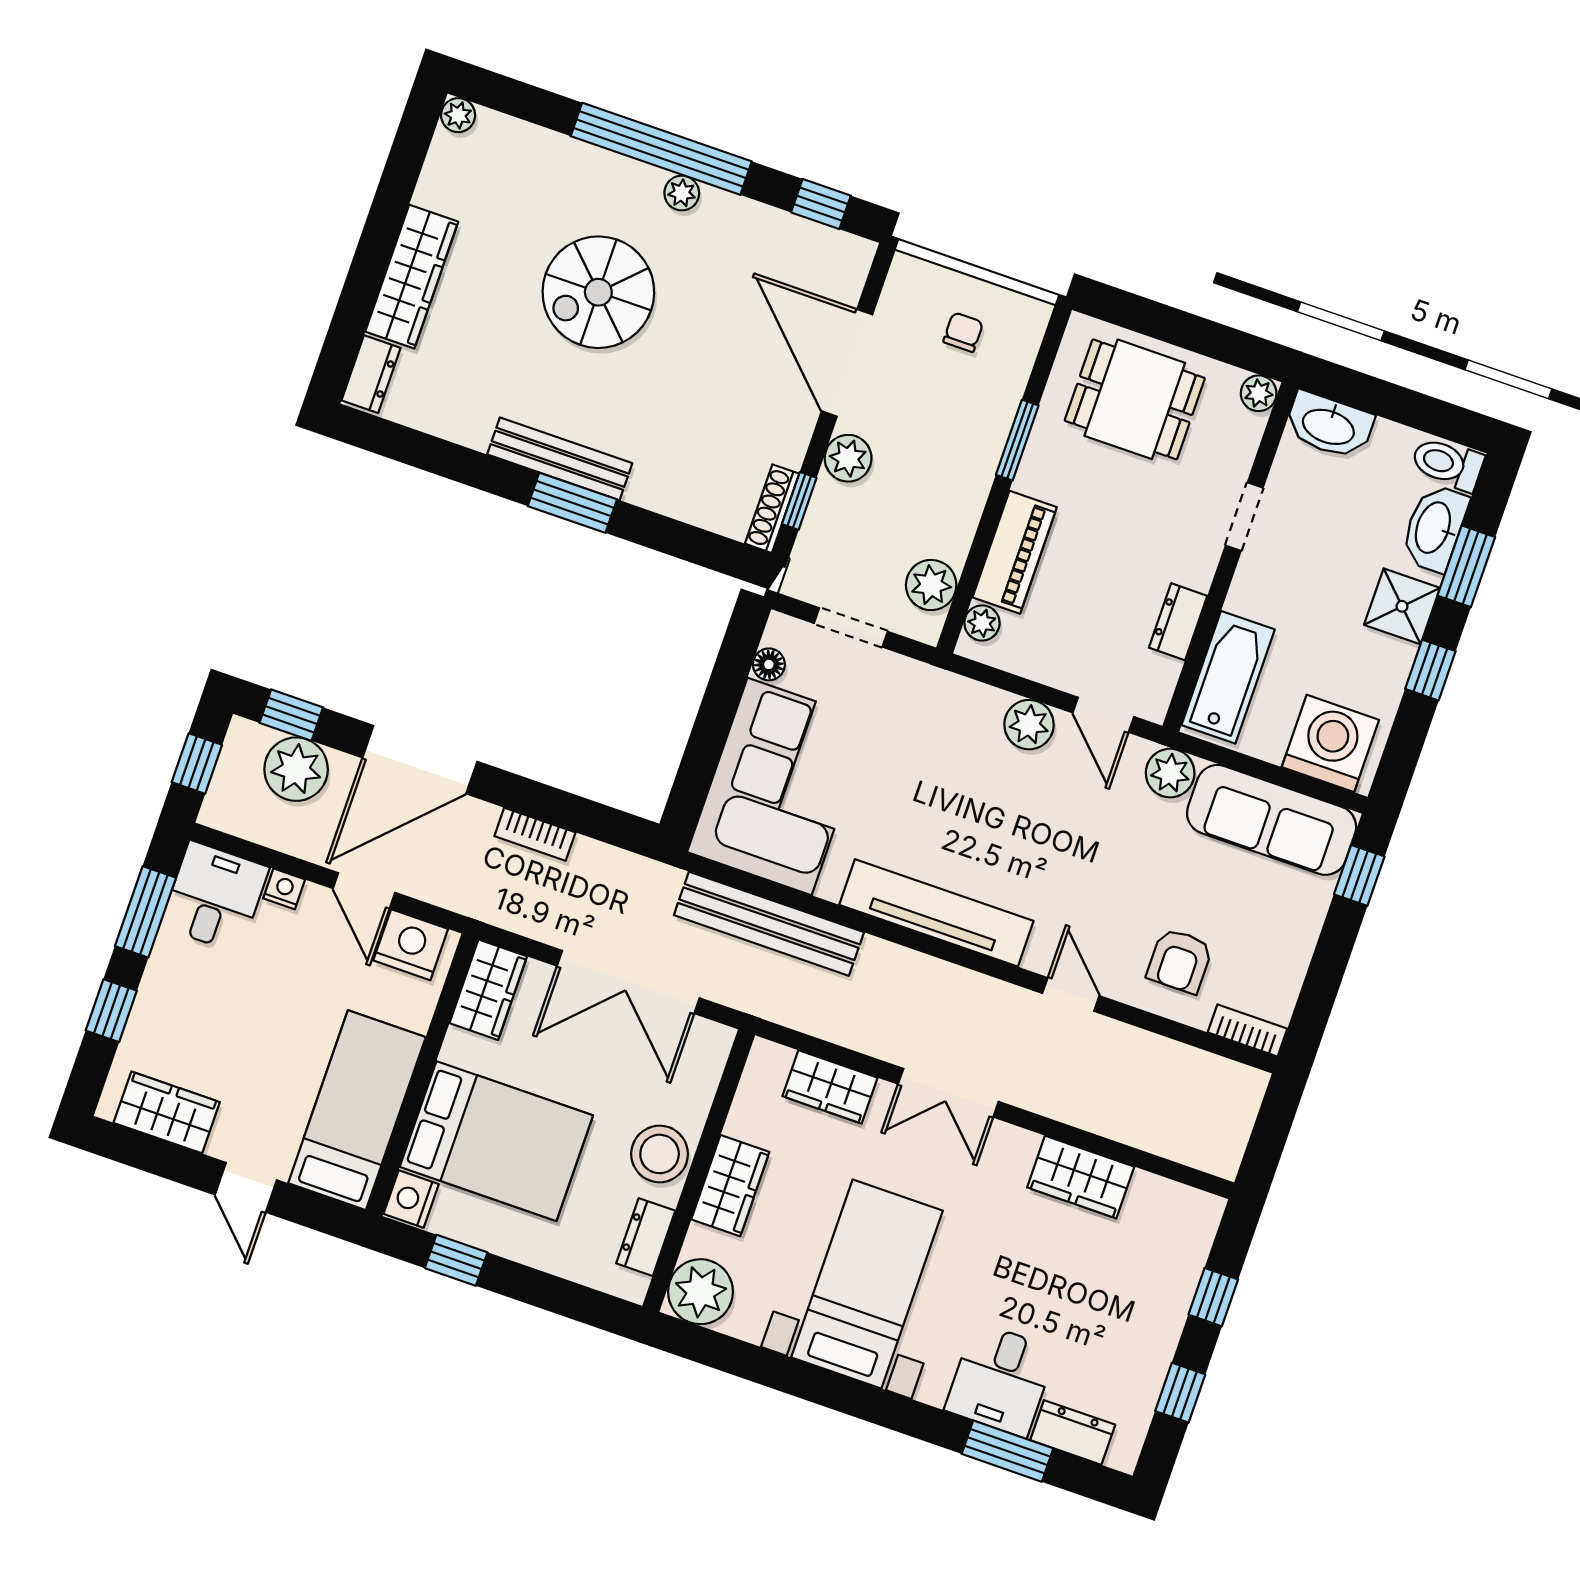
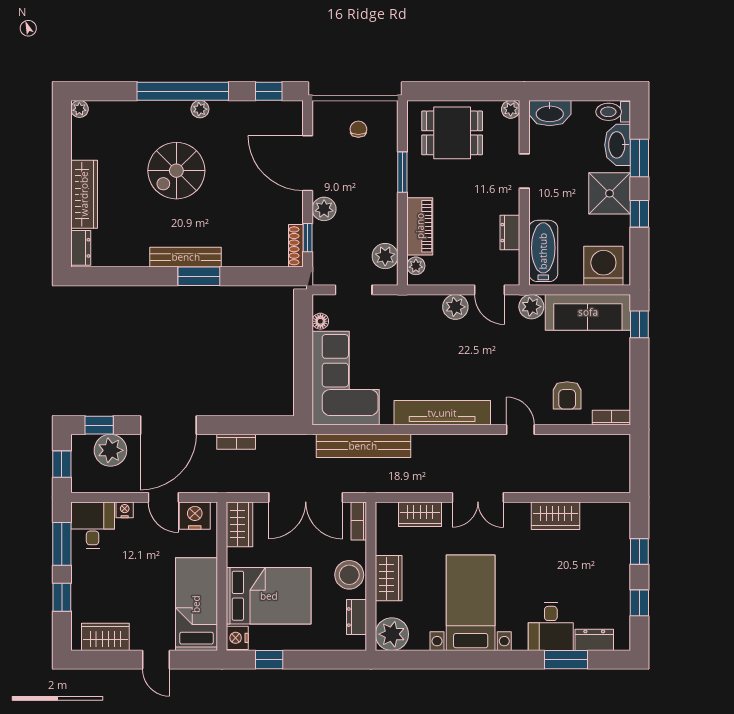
shower: (1402, 606) -> (610, 193), width x1.36, depth x1.36
bookcase: (712, 1060) -> (359, 521), added

